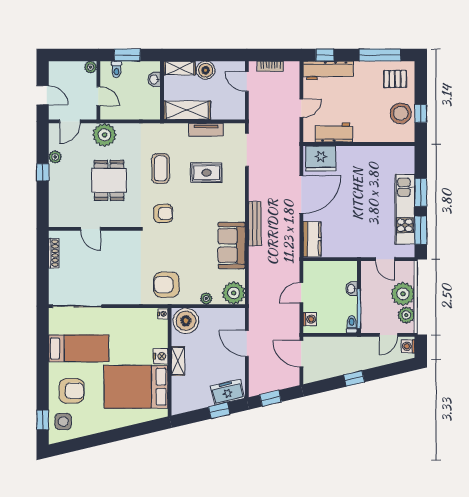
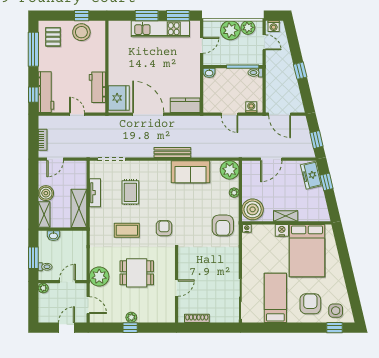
plant: (55, 157) -> (131, 317), moved
washbasin: (351, 289) -> (209, 73), moved
door: (301, 354) -> (280, 114), hinge flipped

